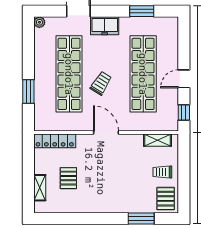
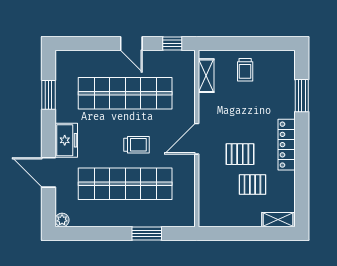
trolley: (101, 83) -> (137, 145), turned 148
locker: (55, 141) -> (287, 145), moved, turned 180
shelving: (40, 188) -> (278, 220), moved
pallet: (166, 199) -> (240, 154), moved

